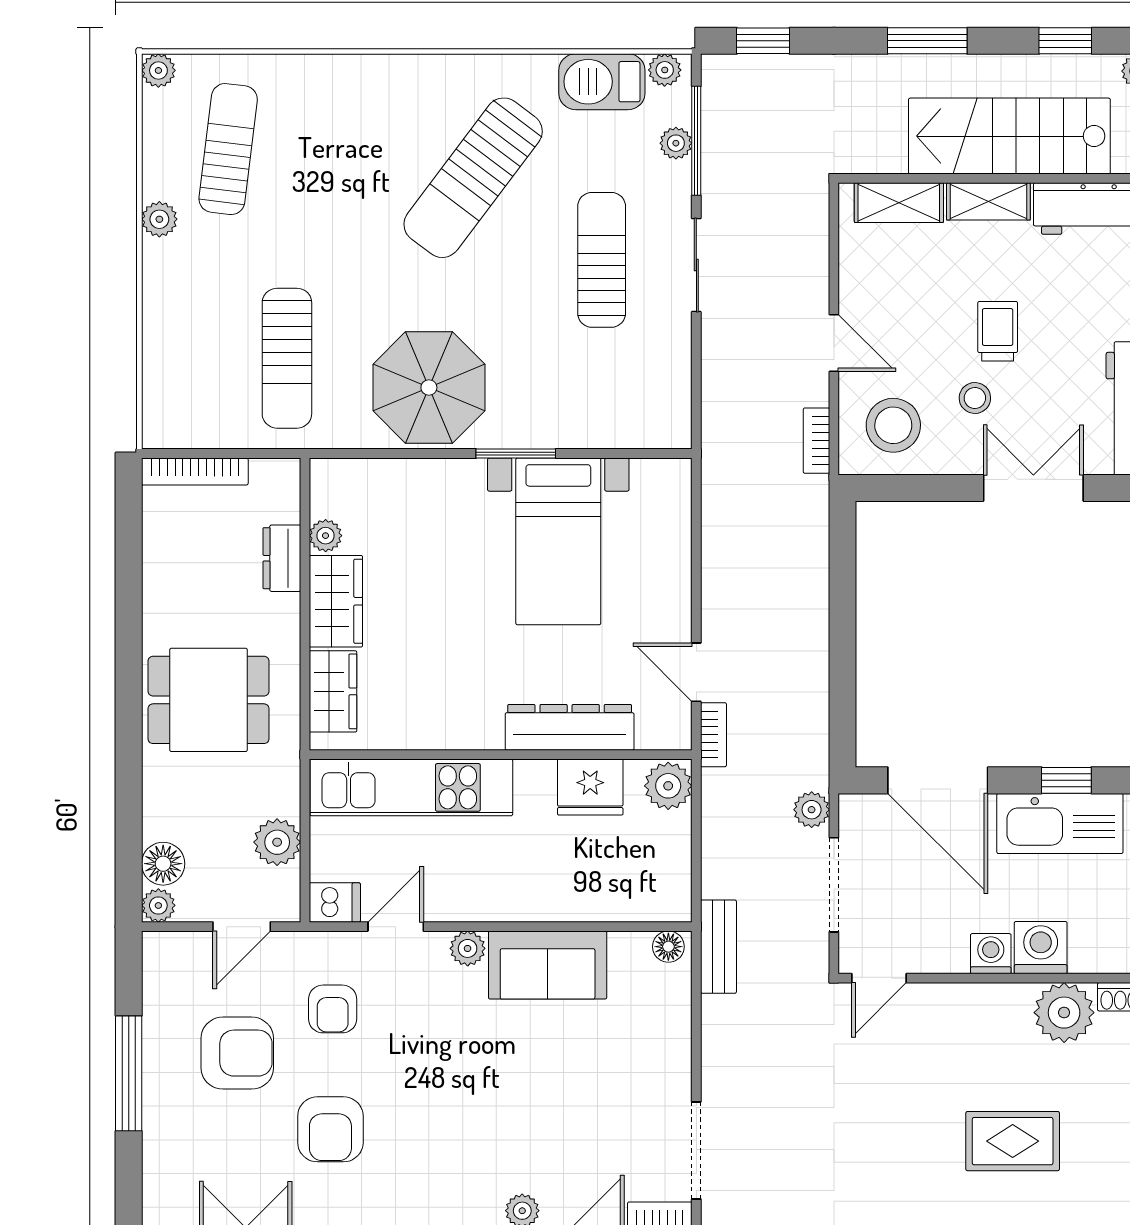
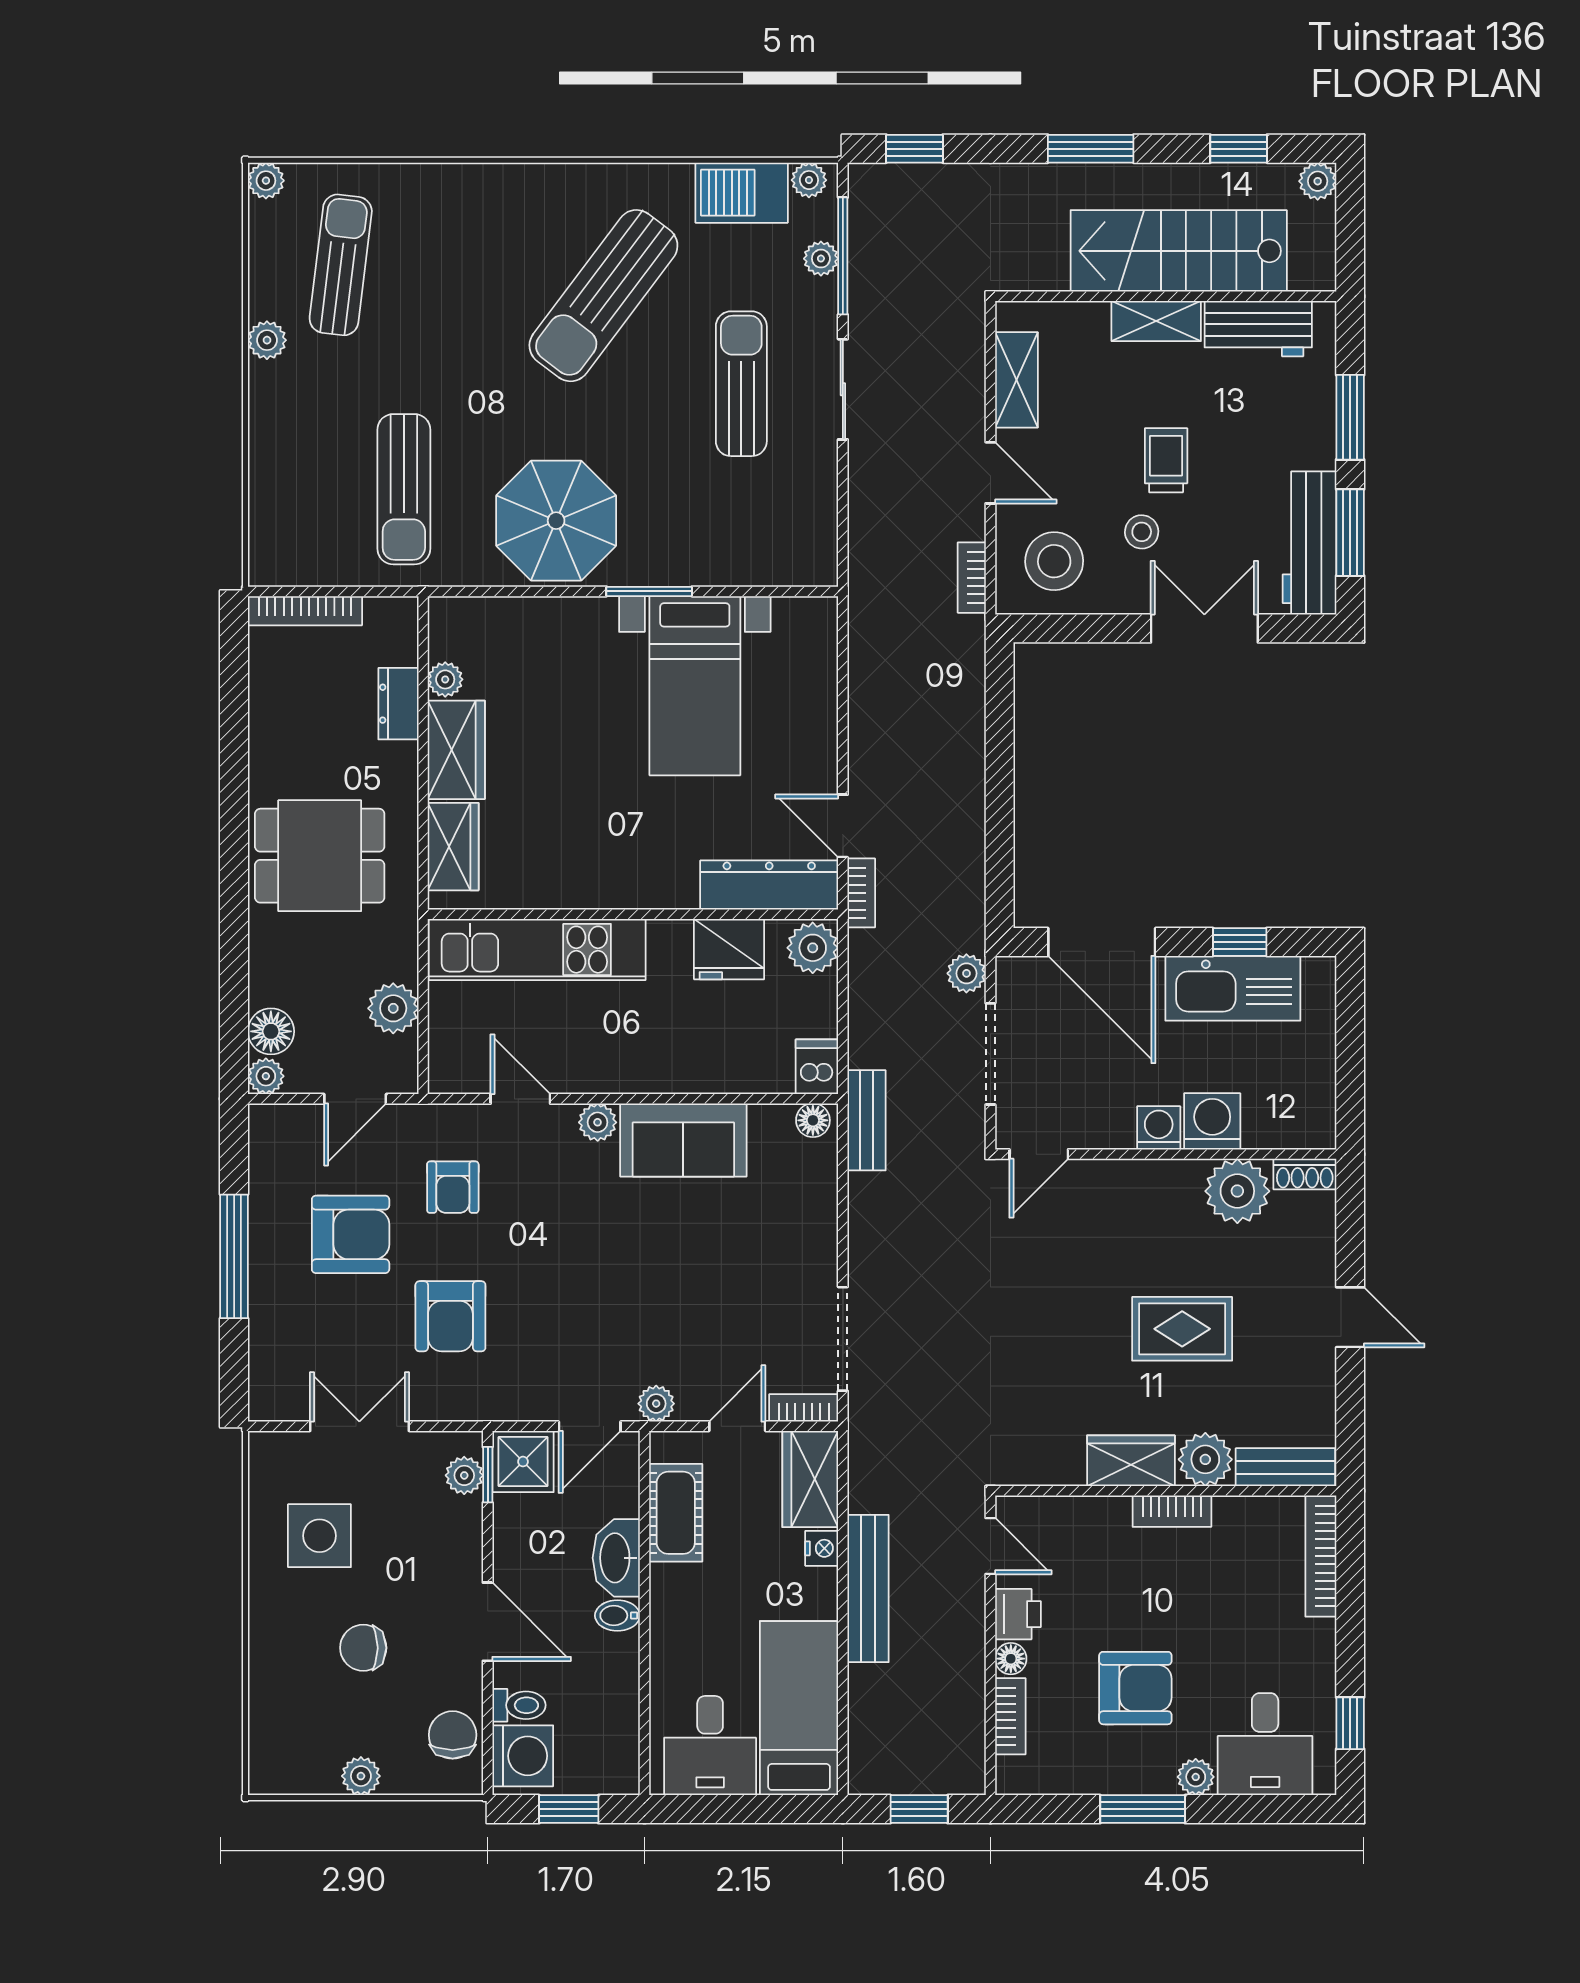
shelving: (899, 203) -> (1016, 380), moved, turned 90
dresser: (570, 727) -> (769, 885), moved
dishwasher: (335, 902) -> (817, 1067), moved, turned -90
door: (396, 927) -> (520, 1099), hinge flipped

